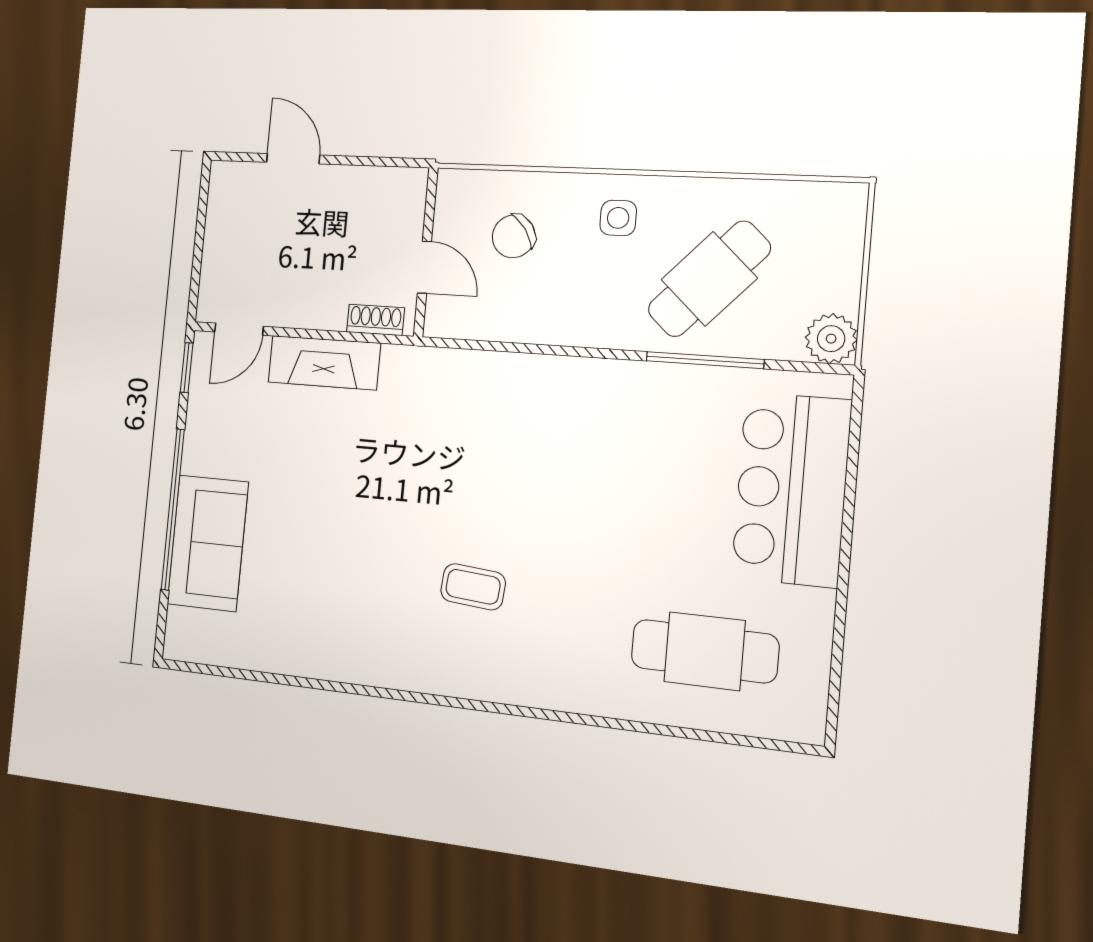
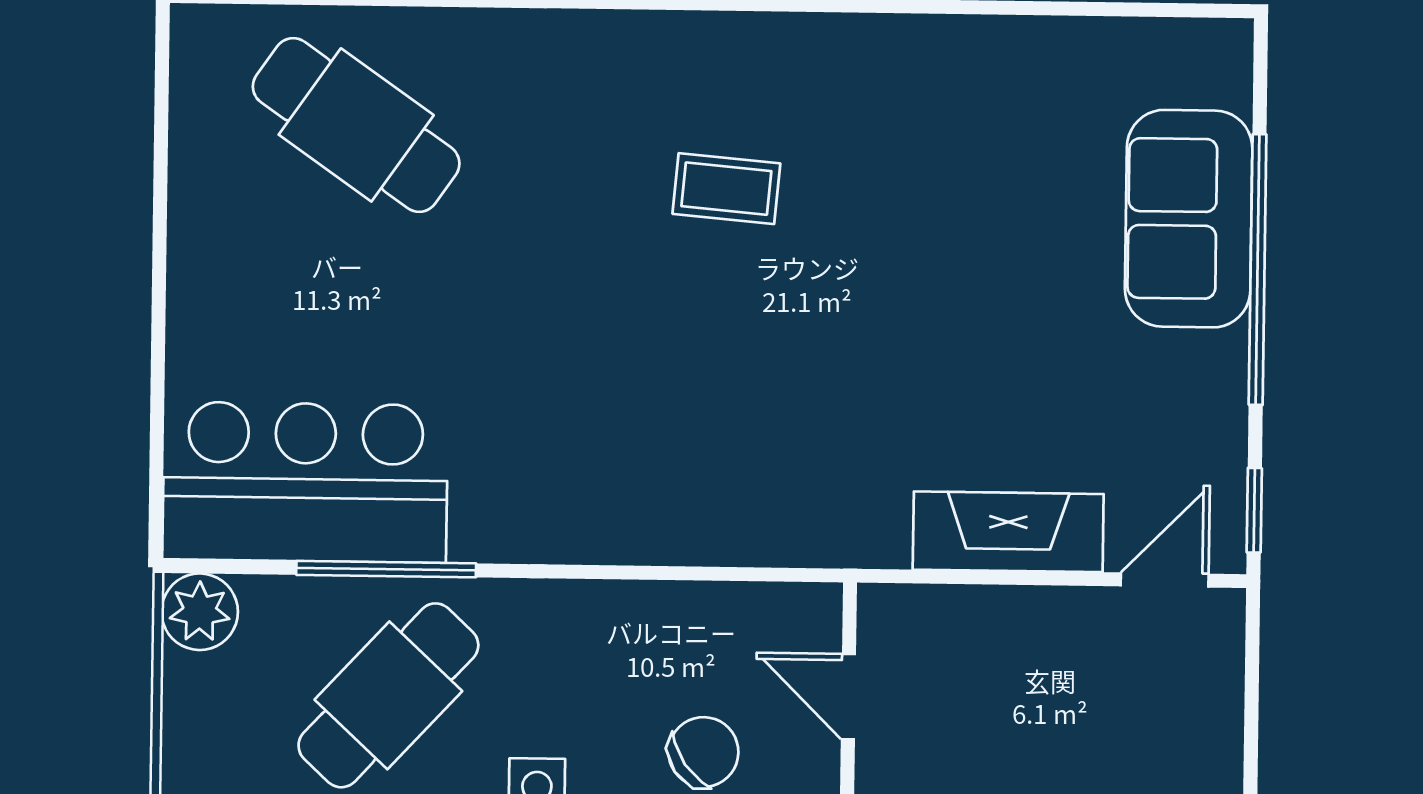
shoe rack: (376, 320) -> (925, 607), removed
bar counter: (791, 489) -> (305, 482), moved, turned -90
cafe table: (705, 651) -> (356, 125), turned 35

